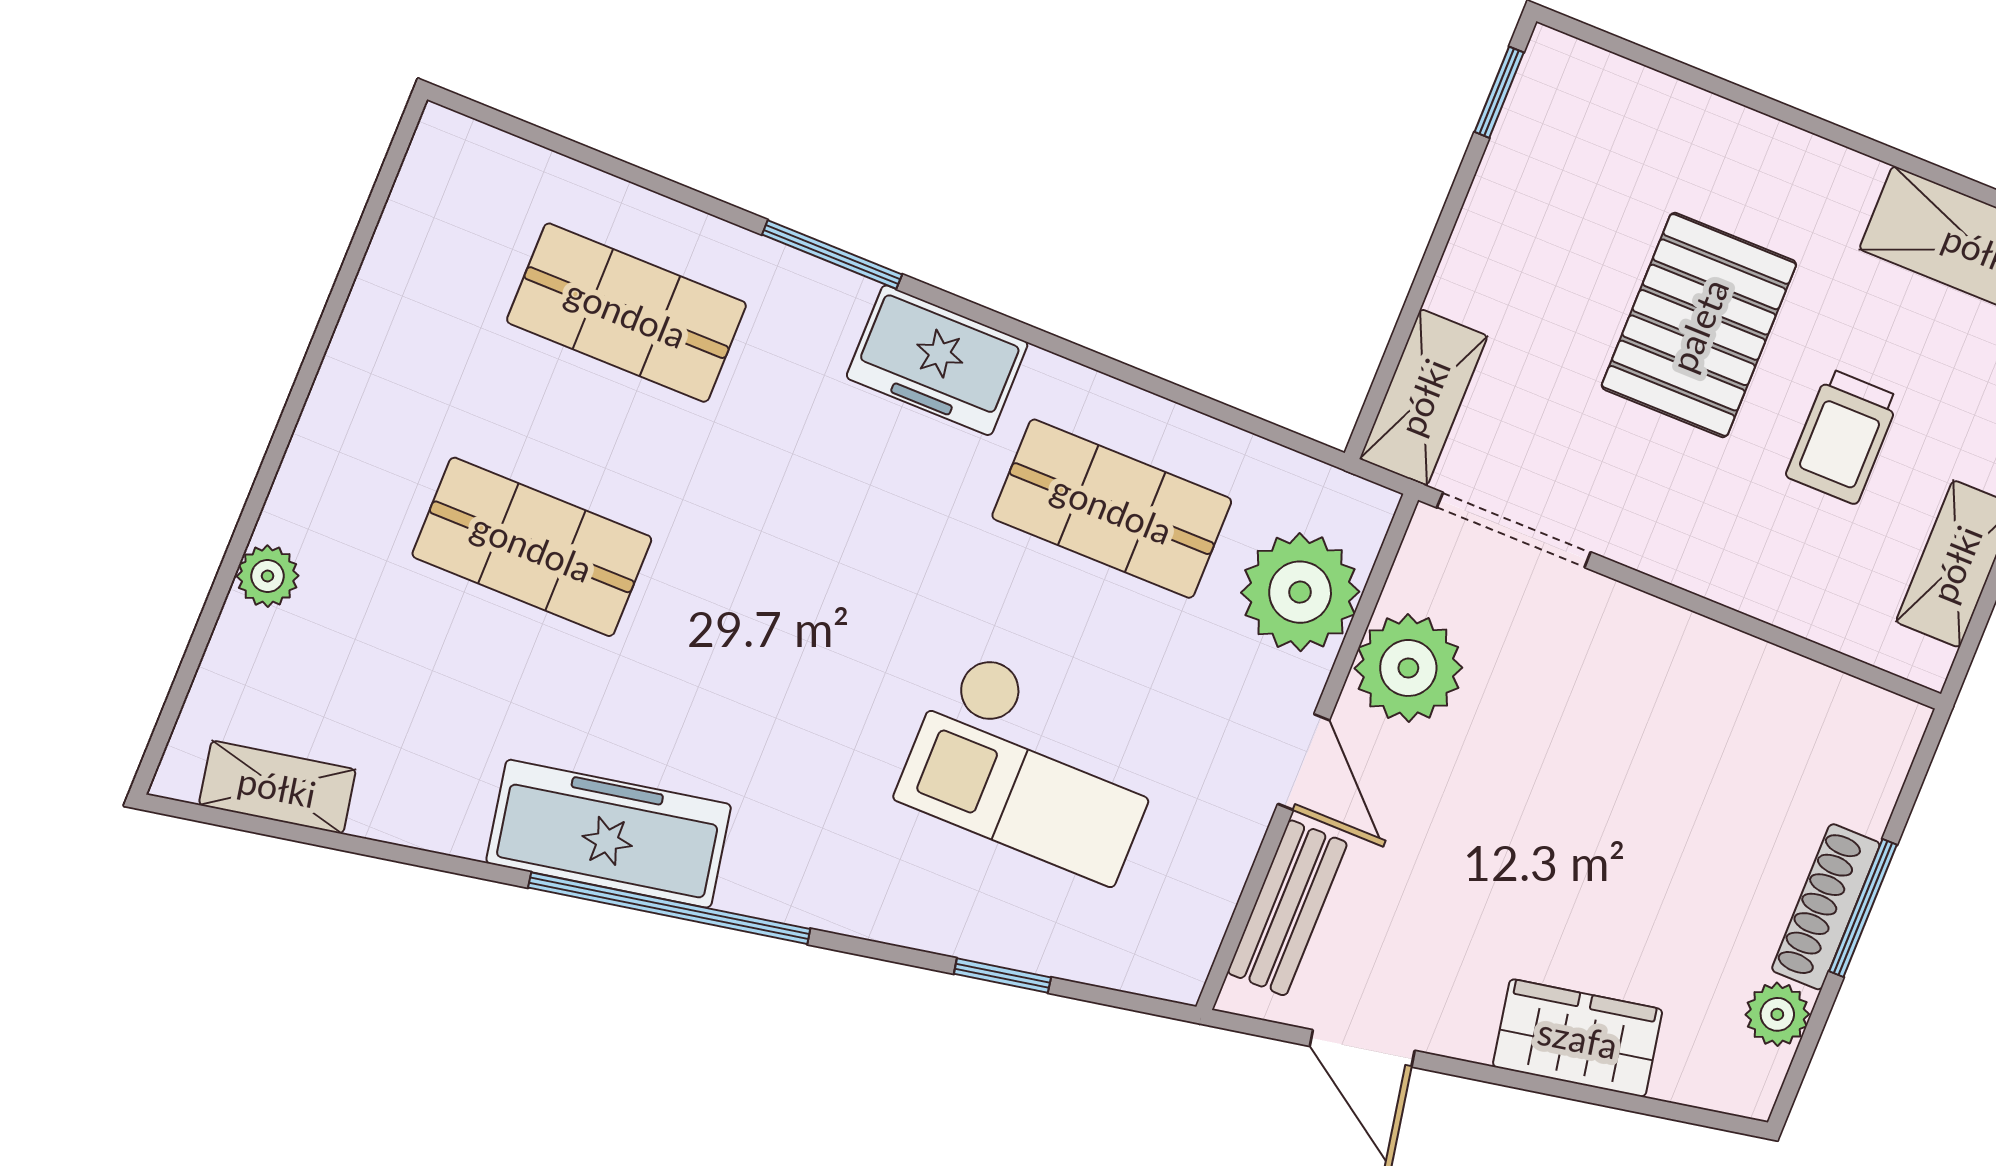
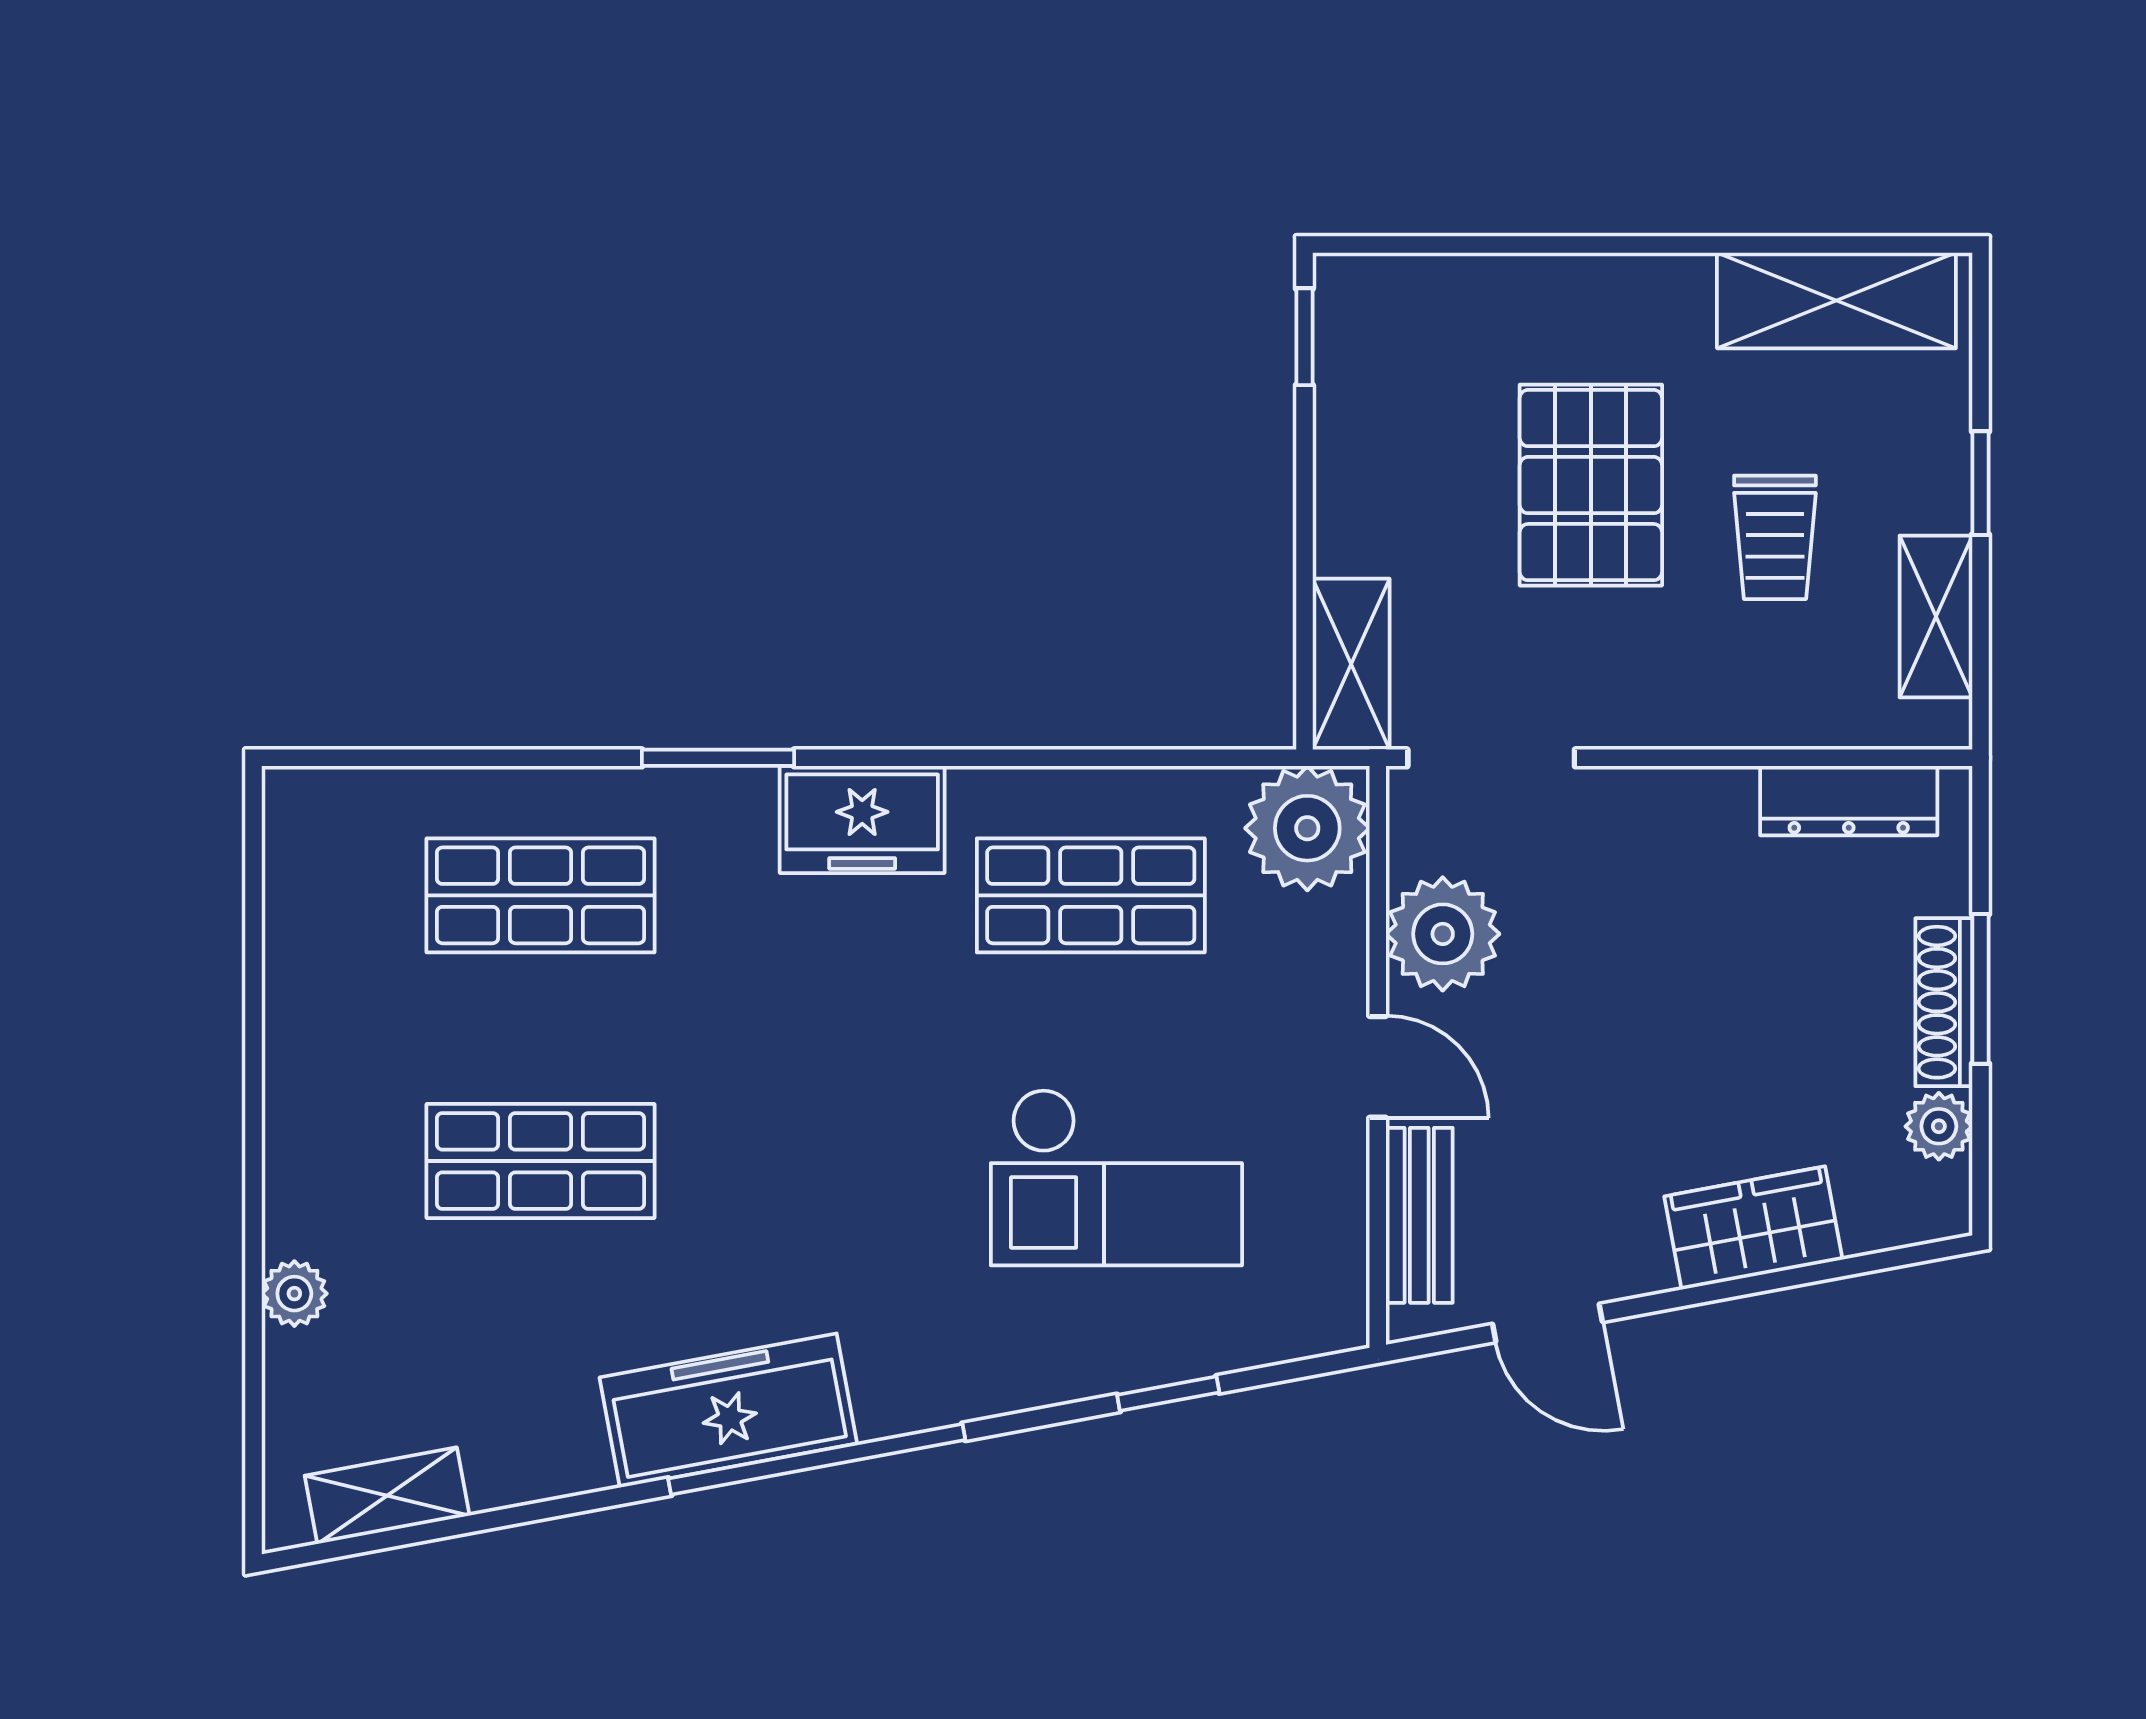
plant: (1300, 592) -> (1307, 828), moved
dresser: (1814, 695) -> (1849, 801), added

